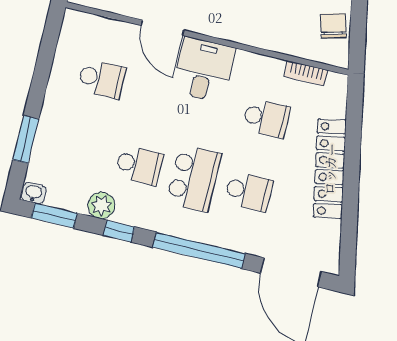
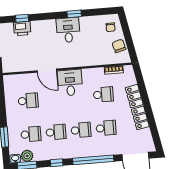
school desk: (84, 152) -> (31, 134), added
school desk: (194, 178) -> (81, 130), width x0.54
plant: (101, 205) -> (27, 156), moved

